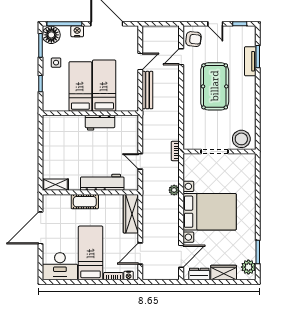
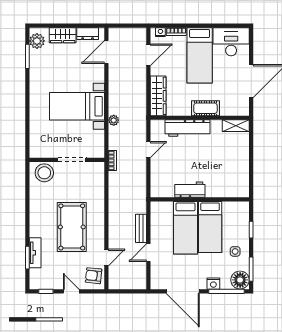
bench: (147, 90) -> (141, 228), width x0.73
door: (140, 161) -> (148, 150), hinge flipped
bed with nightstands: (210, 212) -> (77, 106), width x0.73

